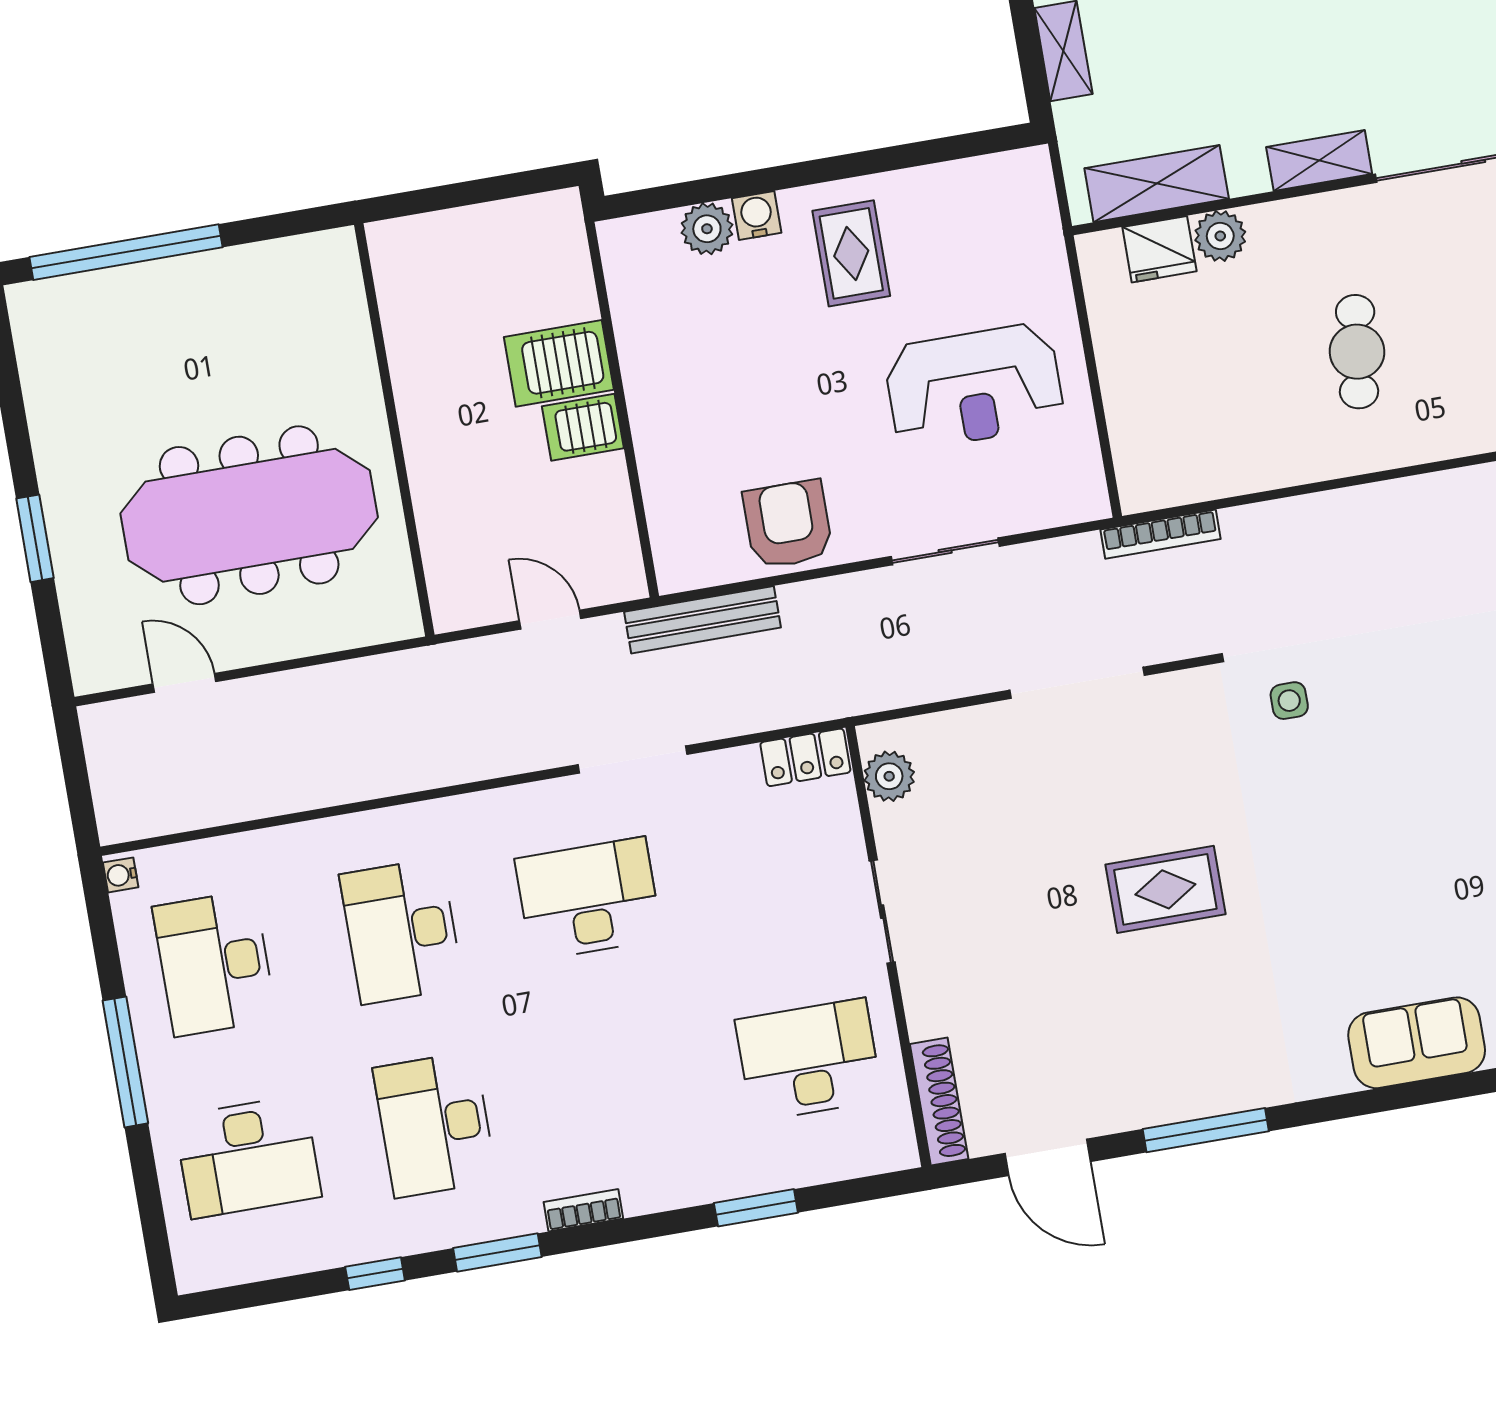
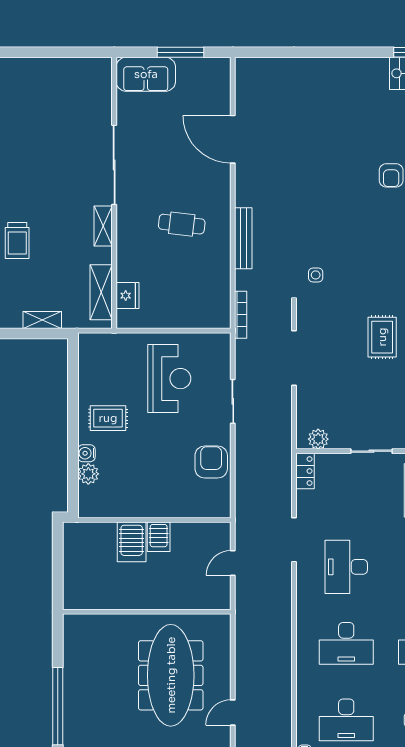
plant: (1220, 236) -> (126, 271), removed
armchair: (788, 524) -> (211, 462), turned 90
bench: (703, 620) -> (243, 238), moved

